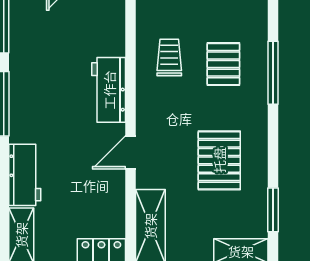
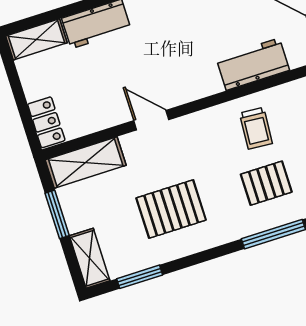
trolley: (169, 57) -> (256, 128), turned 94
workbench: (109, 90) -> (253, 64), moved

